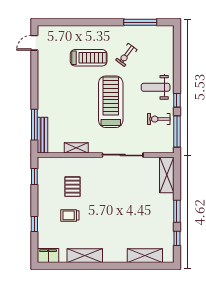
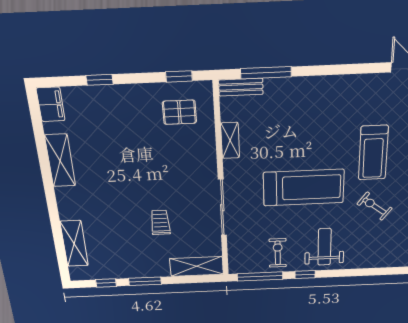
bench: (42, 135) -> (241, 87), width x0.73
pallet: (73, 187) -> (179, 112), moved
trolley: (70, 215) -> (160, 222), moved

